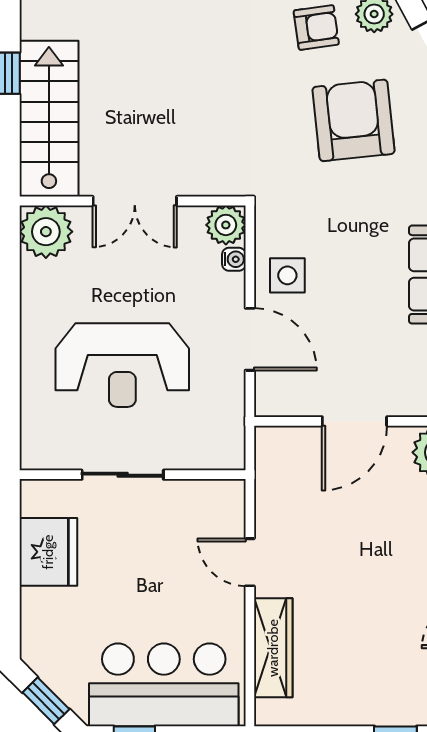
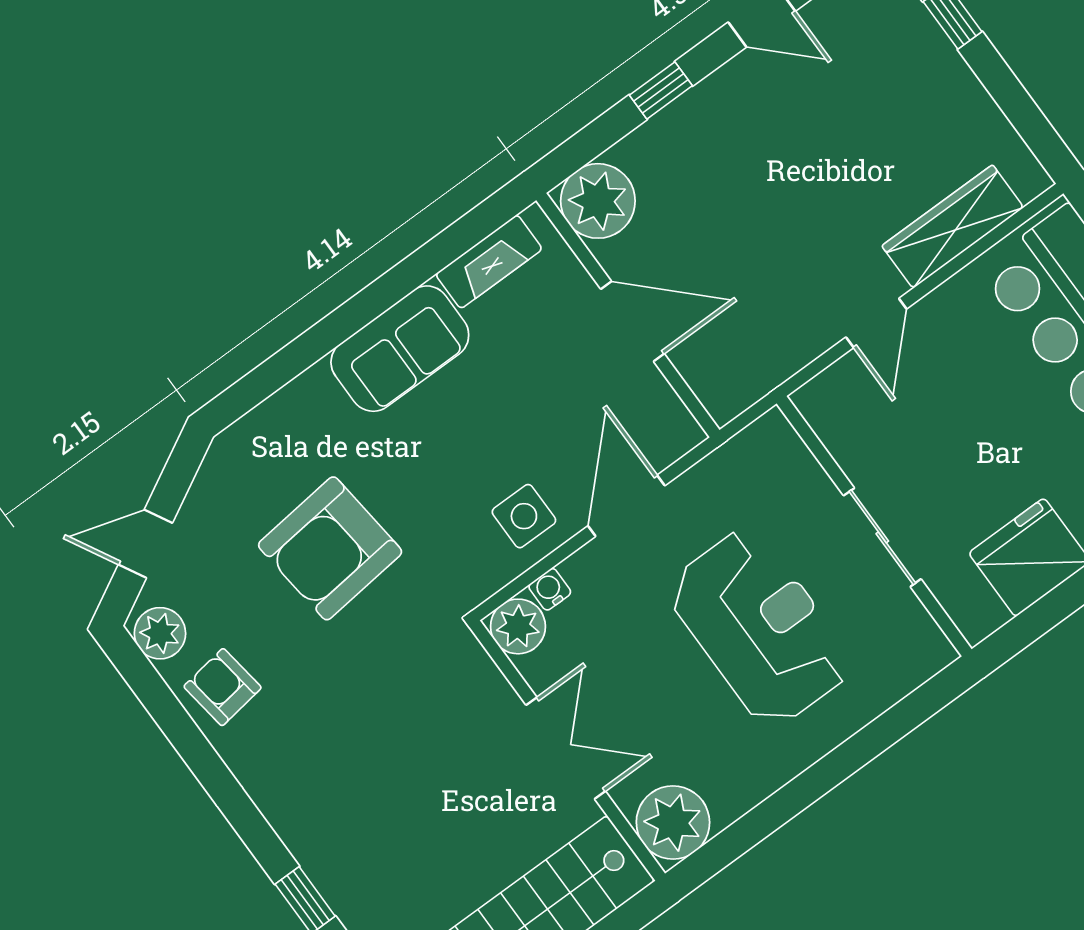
armchair: (354, 120) -> (330, 548), moved

